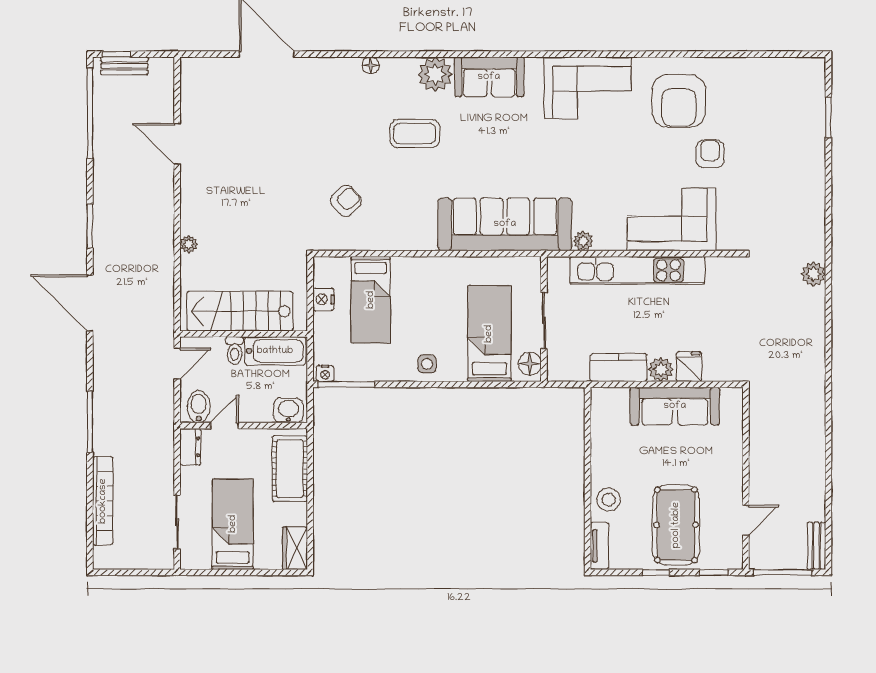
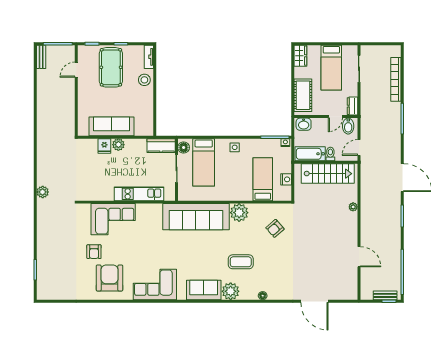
plant: (583, 241) -> (239, 213), moved, width x1.88, depth x1.88
kitchen unit: (637, 270) -> (139, 194), width x0.73
kitchen counter: (619, 367) -> (161, 146), moved

